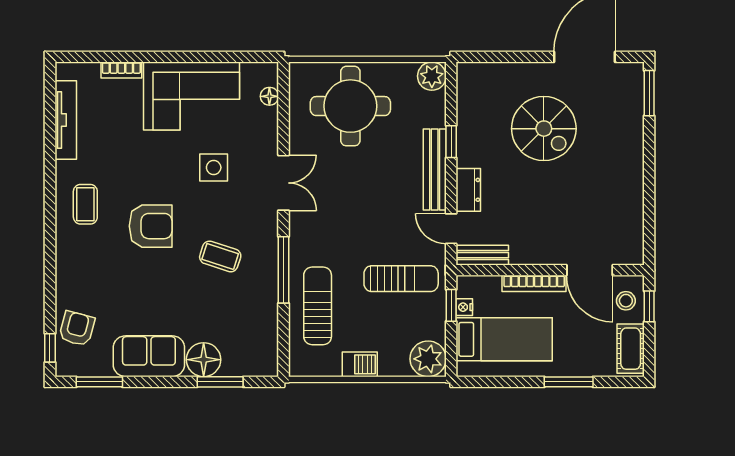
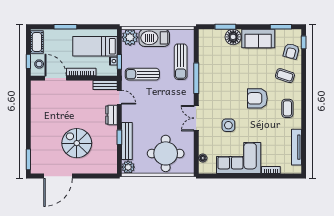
bench: (435, 170) -> (127, 141), moved
coffee table: (220, 256) -> (285, 76), moved
barbecue: (360, 364) -> (154, 38), width x1.88, depth x1.53

